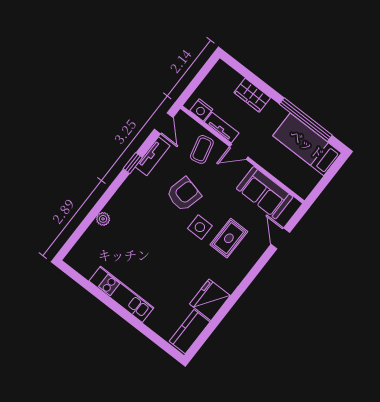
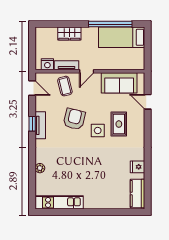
tv unit: (153, 156) -> (40, 125), moved
kitchen unit: (121, 294) -> (59, 202), moved
fridge: (210, 300) -> (138, 167), width x0.53, depth x0.75

